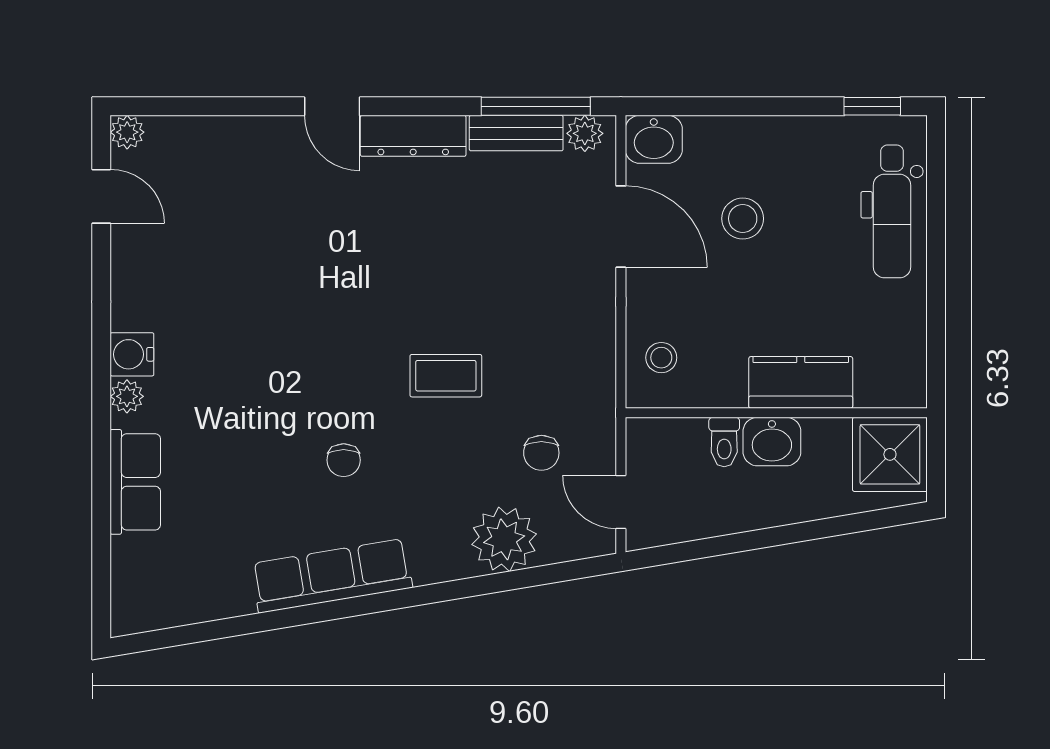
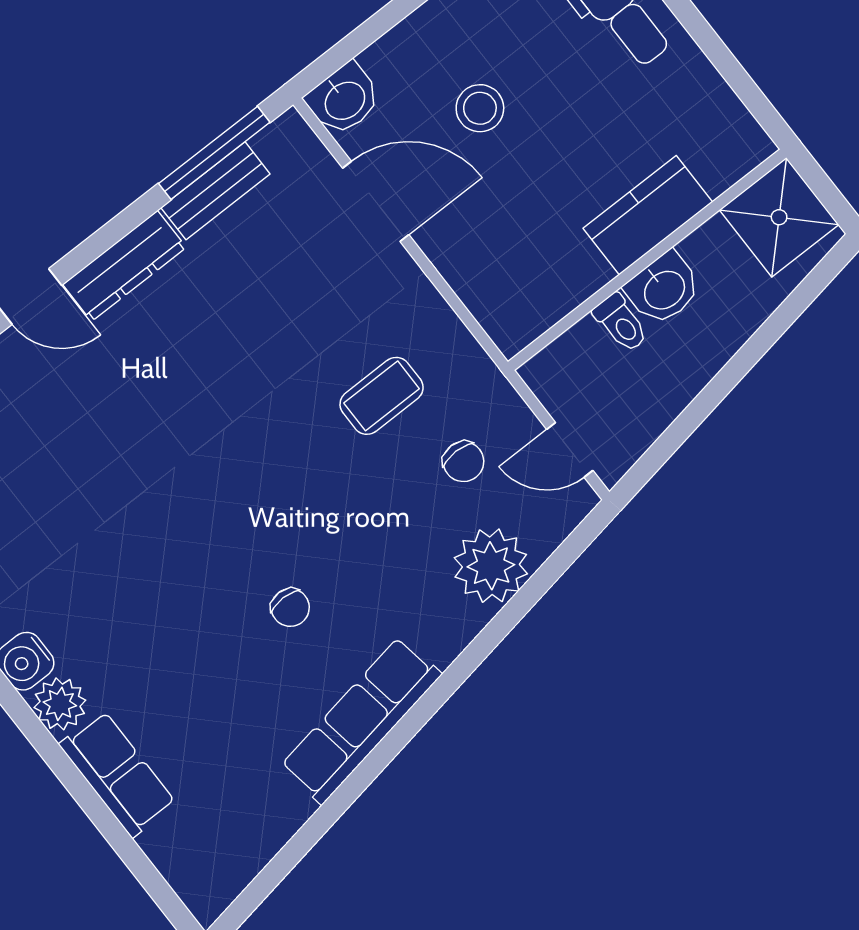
plant: (585, 133) -> (278, 143), removed
stool: (661, 358) -> (505, 291), removed
coffee table: (446, 376) -> (382, 396), moved
plant: (127, 396) -> (60, 704), width x1.38, depth x1.38

